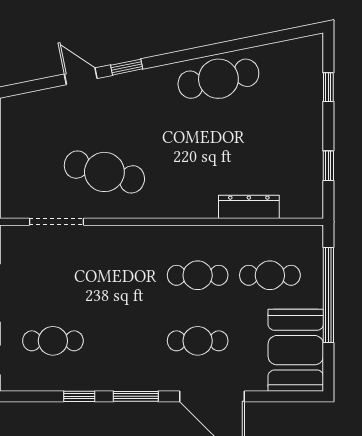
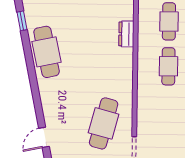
window: (127, 67) -> (22, 21), moved
dresser: (249, 207) -> (126, 34), width x0.70

